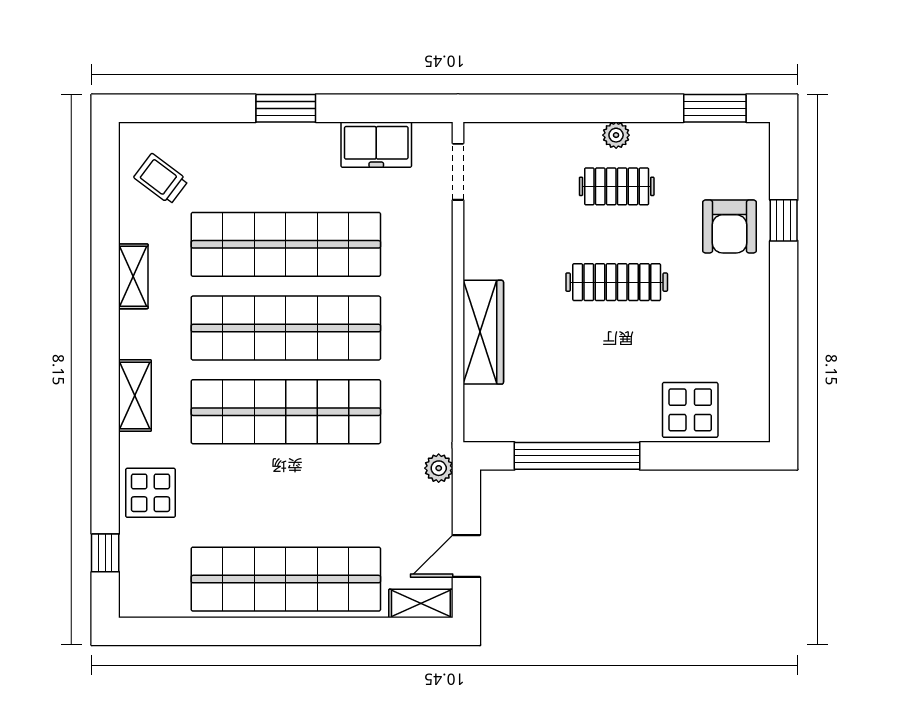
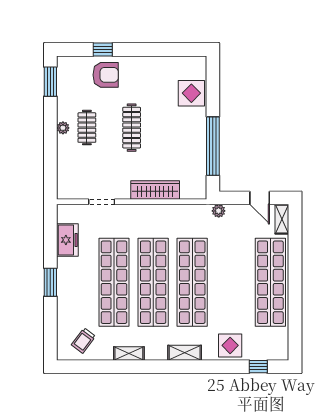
doorway: (458, 172) -> (102, 202), moved

